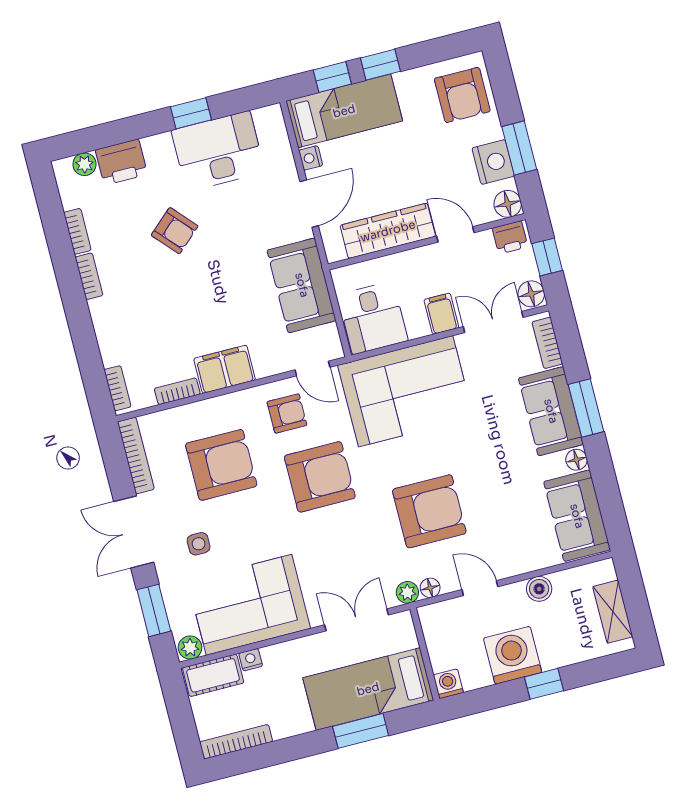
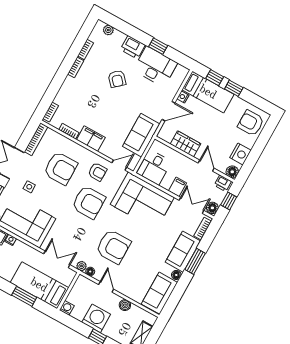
armchair: (462, 95) -> (251, 123), turned 90
window: (519, 148) -> (253, 157), removed
printer: (121, 162) -> (133, 47), moved
wardrobe: (388, 231) -> (185, 144), width x0.67
door: (312, 368) -> (119, 165), swing flipped

